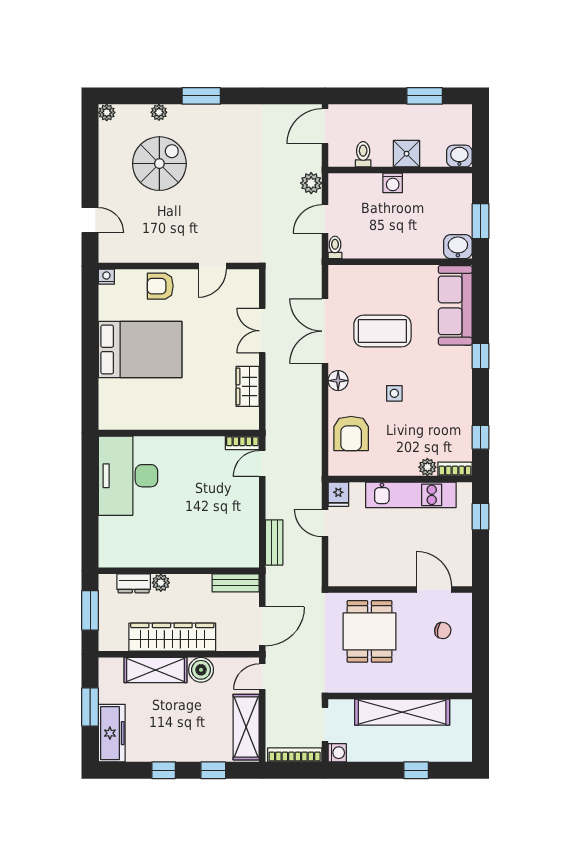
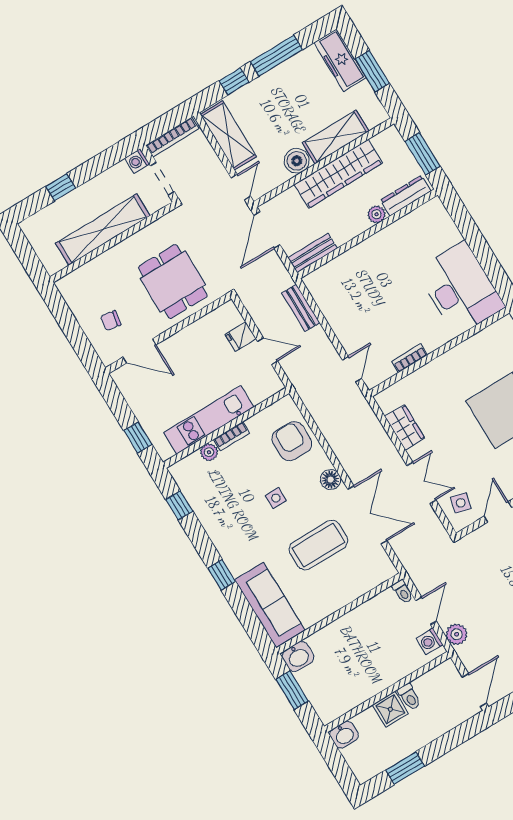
toilet: (363, 154) -> (409, 697), moved
washing machine: (393, 183) -> (430, 641), moved, turned -90
side table: (239, 293) -> (461, 503), added
bookcase: (242, 443) -> (410, 358), moved
bookcase: (455, 469) -> (232, 436), moved
fridge: (338, 494) -> (241, 337), moved, turned -90
dresser: (134, 583) -> (406, 196), width x1.44
window: (164, 770) -> (276, 56), width x2.17

